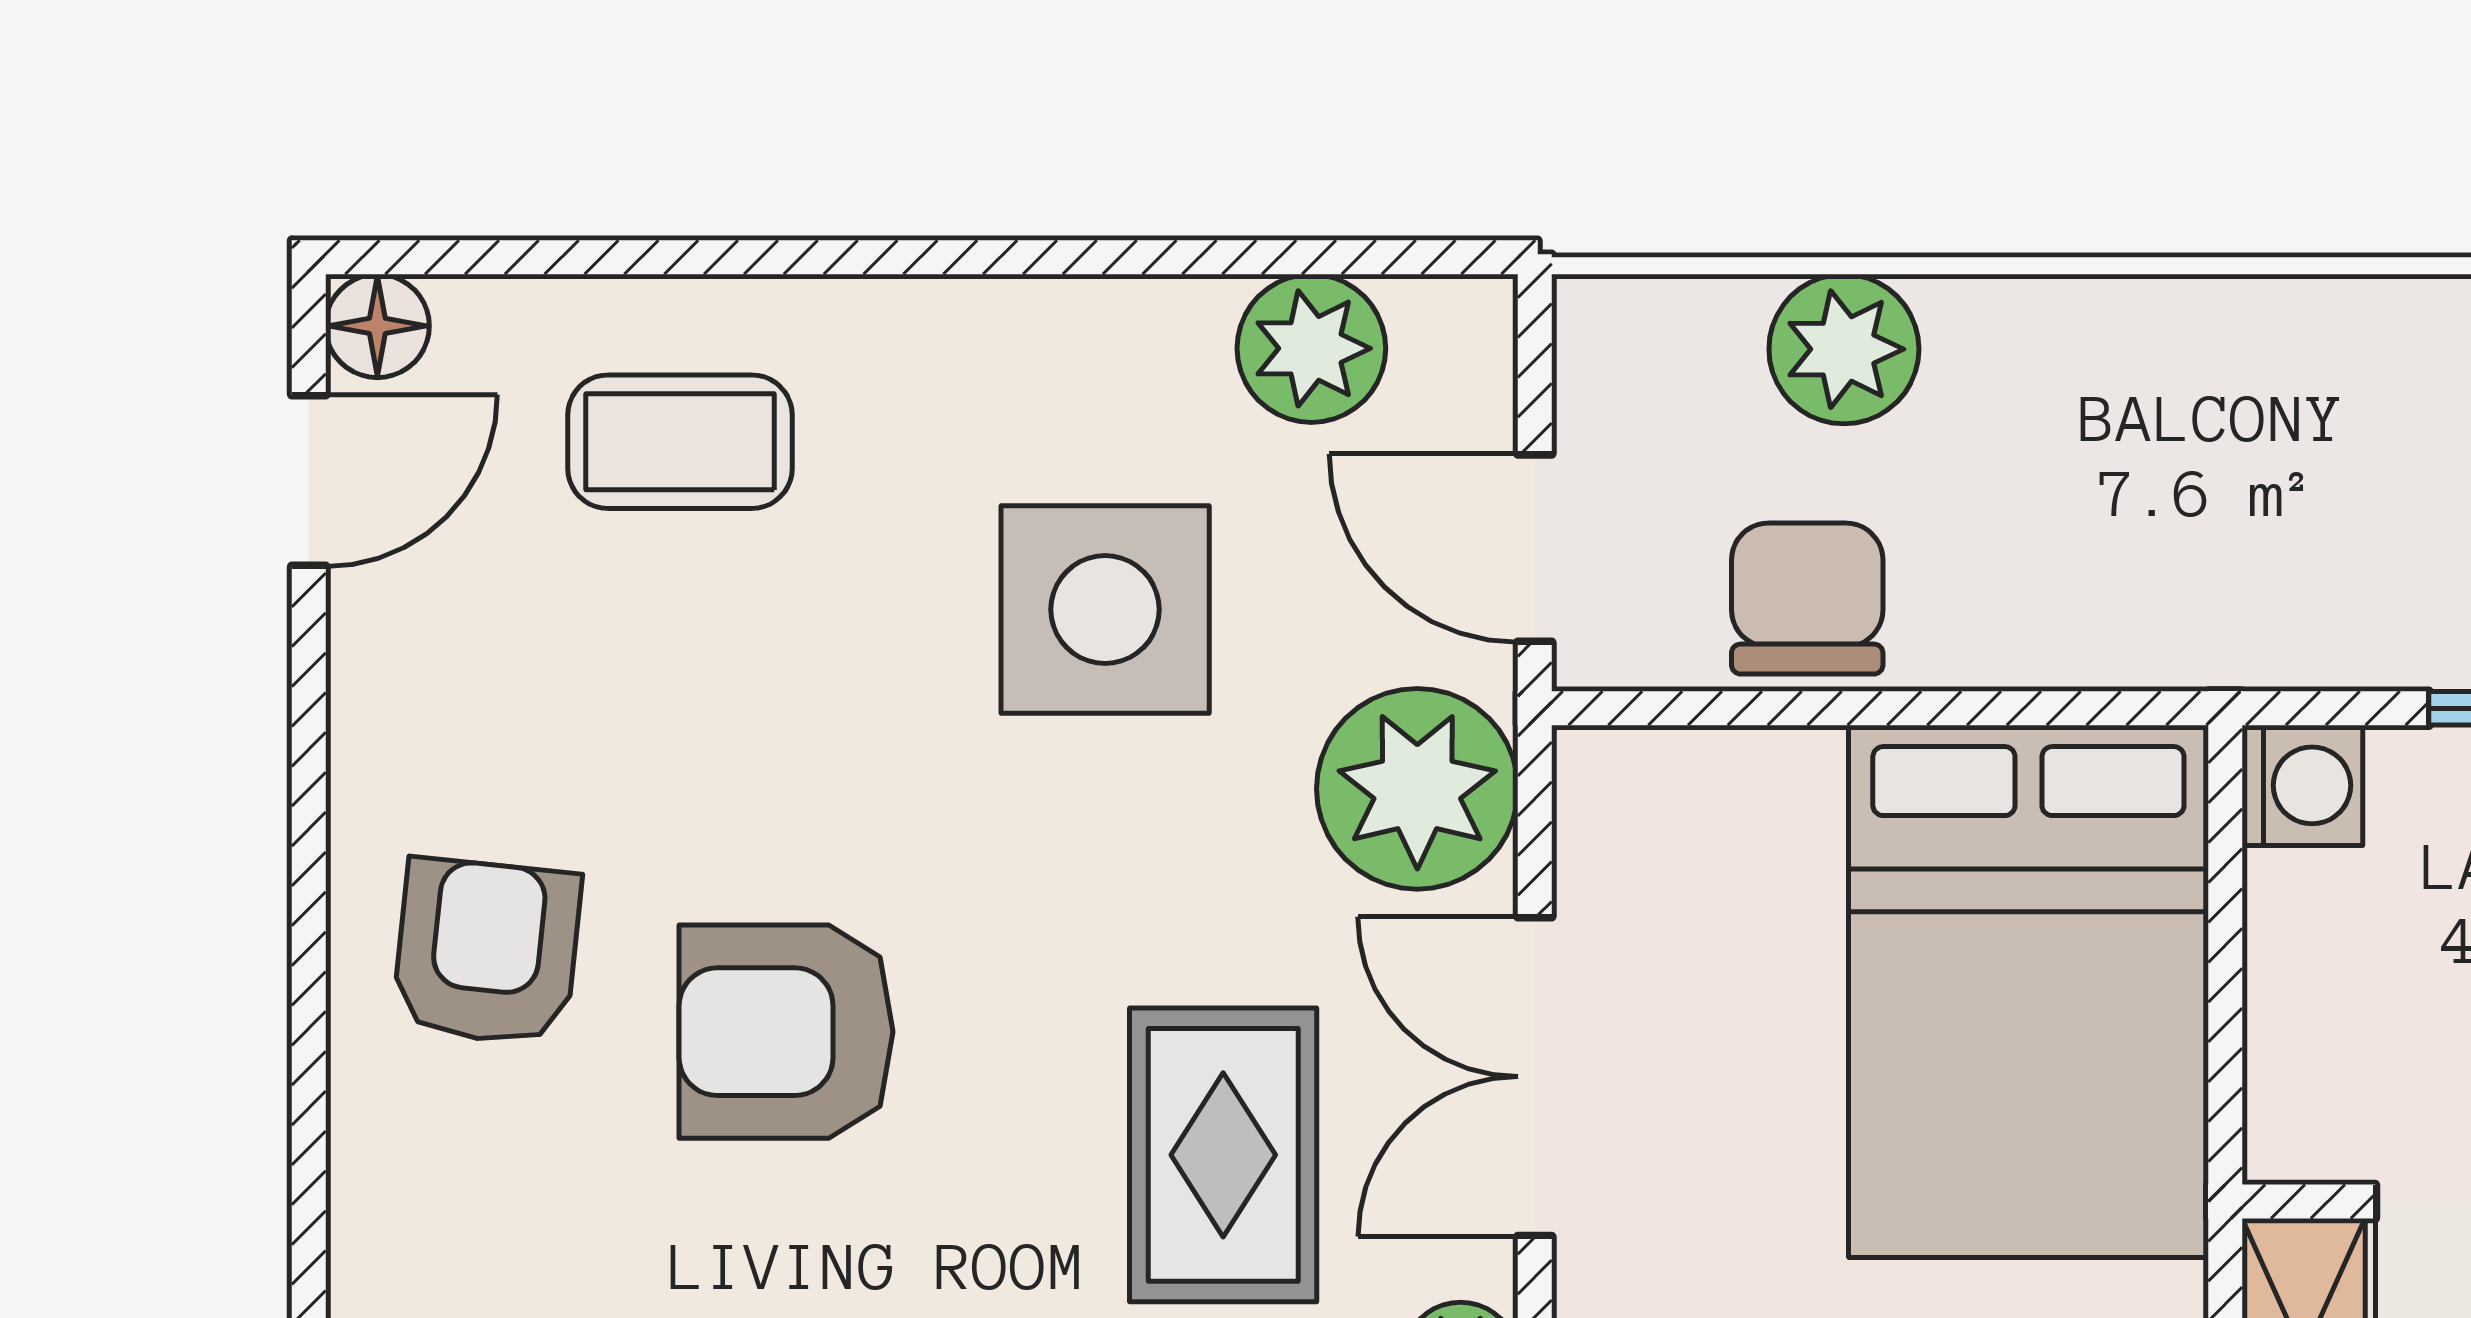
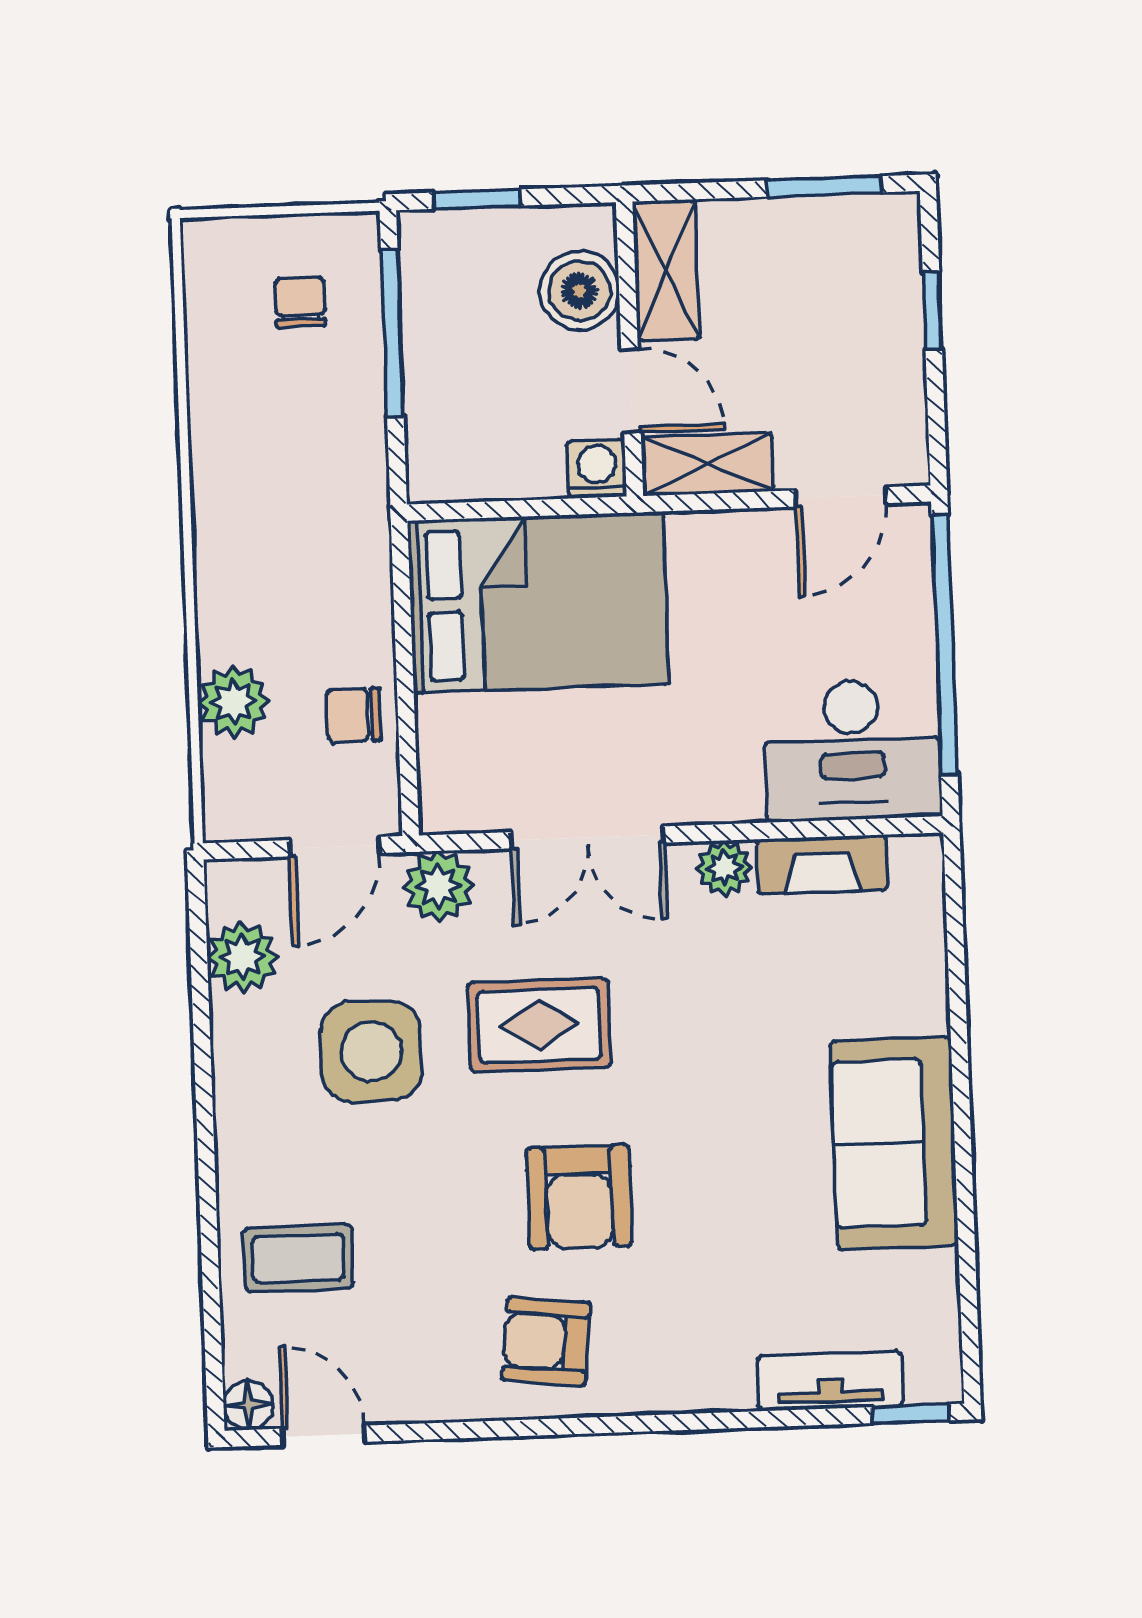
coffee table: (680, 442) -> (298, 1258), turned 90
chair: (1807, 599) -> (354, 715), width x0.73, depth x0.73
washing machine: (2302, 785) -> (597, 469), moved
plant: (1417, 789) -> (438, 886), width x0.73, depth x0.73
rug: (1223, 1155) -> (539, 1025), moved

